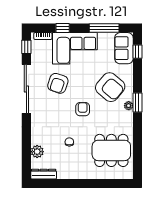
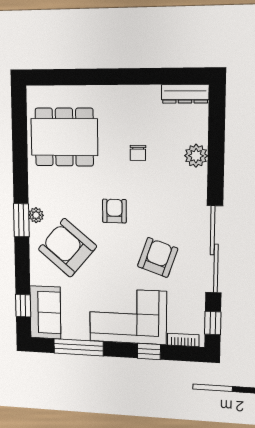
armchair: (83, 109) -> (114, 211), turned 180
plant: (37, 152) -> (196, 156), moved

